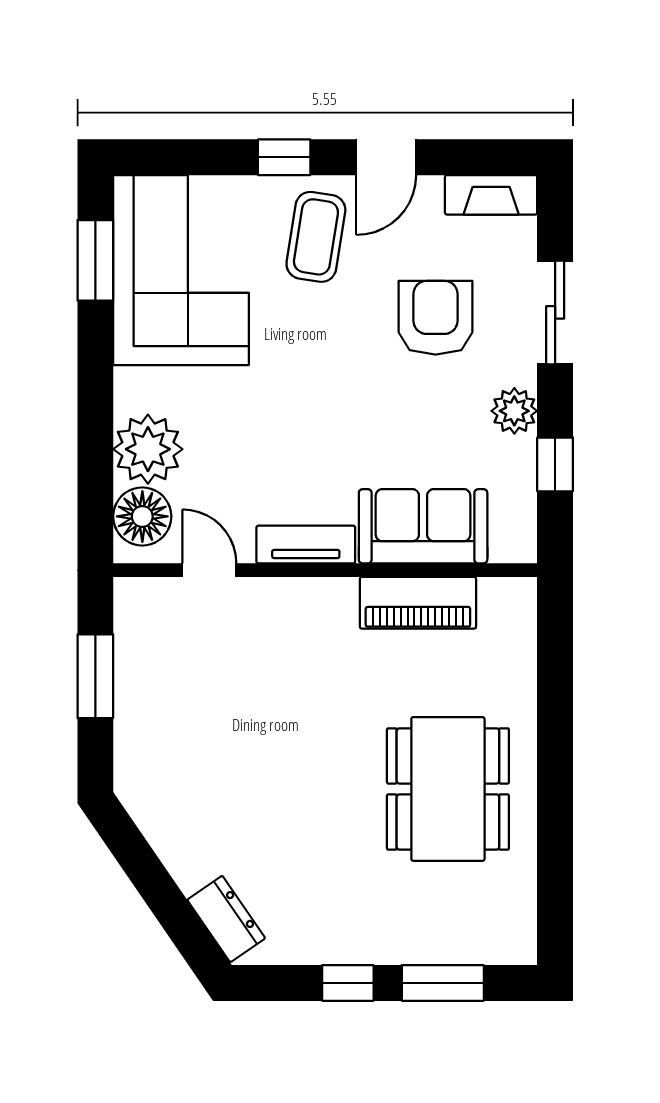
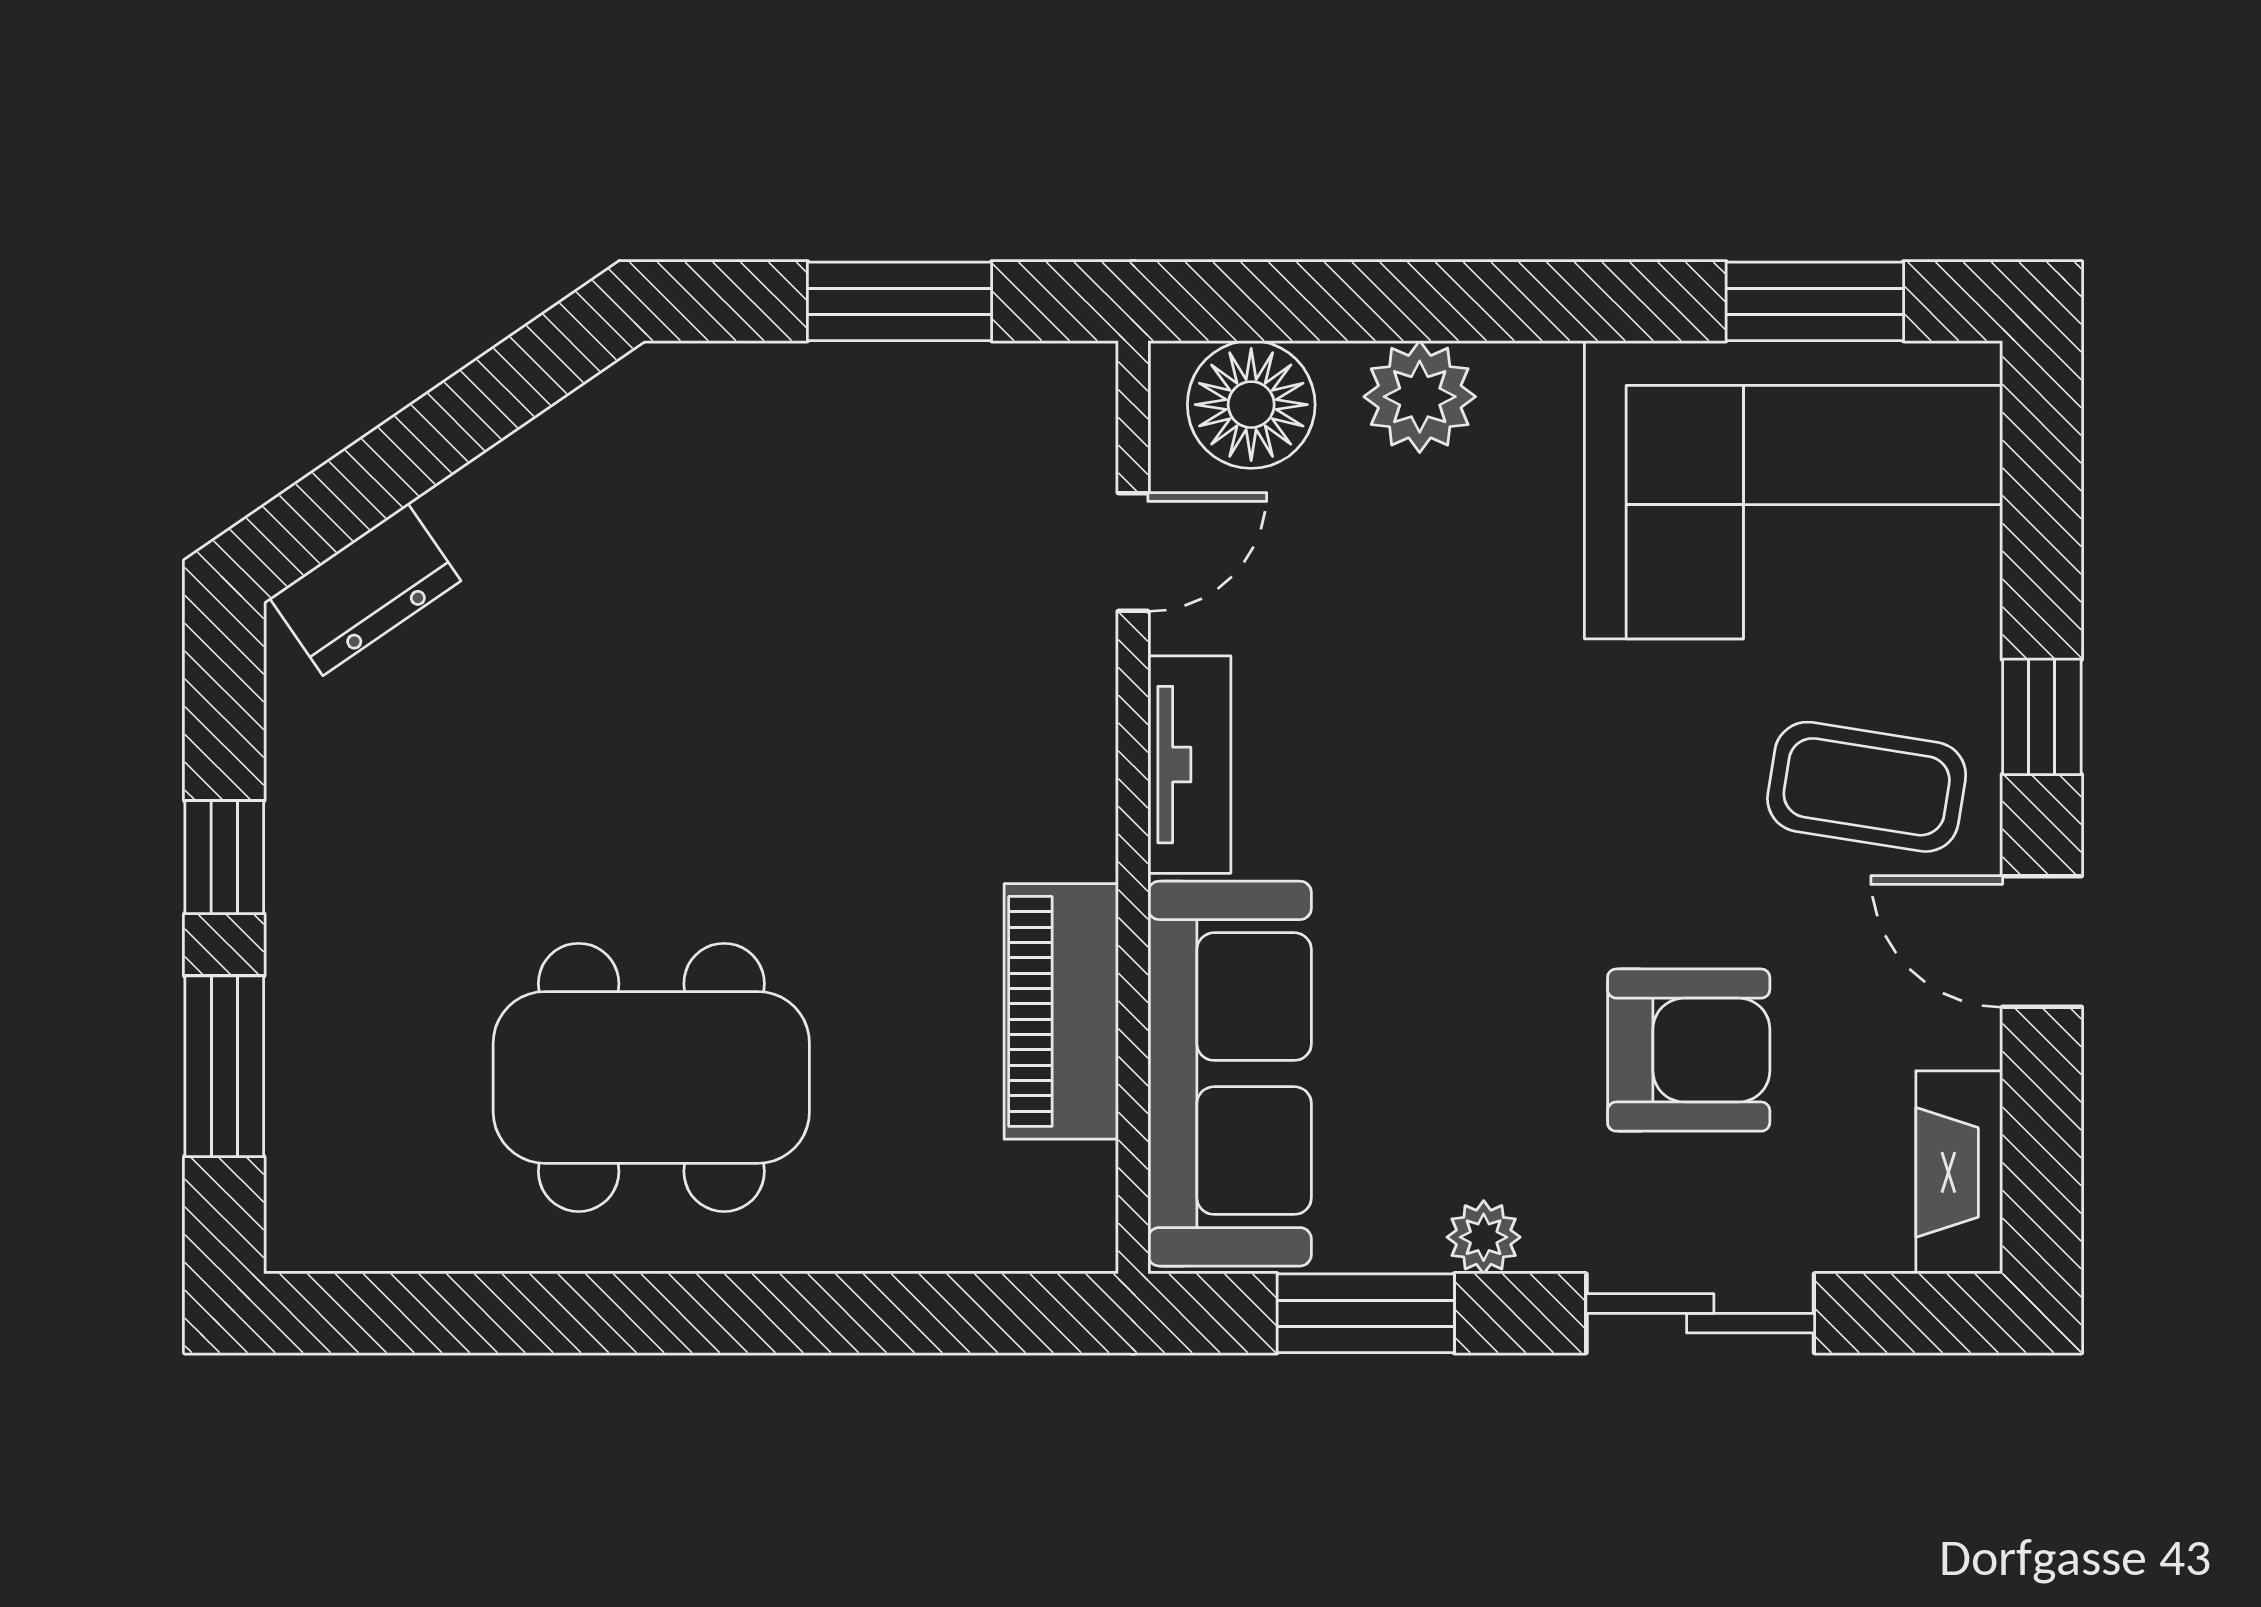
plant: (514, 411) -> (1484, 1237), width x0.73, depth x0.73
plant: (148, 449) -> (1420, 397), width x0.73, depth x0.73
window: (555, 464) -> (1366, 1313), width x1.50
sofa: (423, 526) -> (1230, 1074), width x1.36

